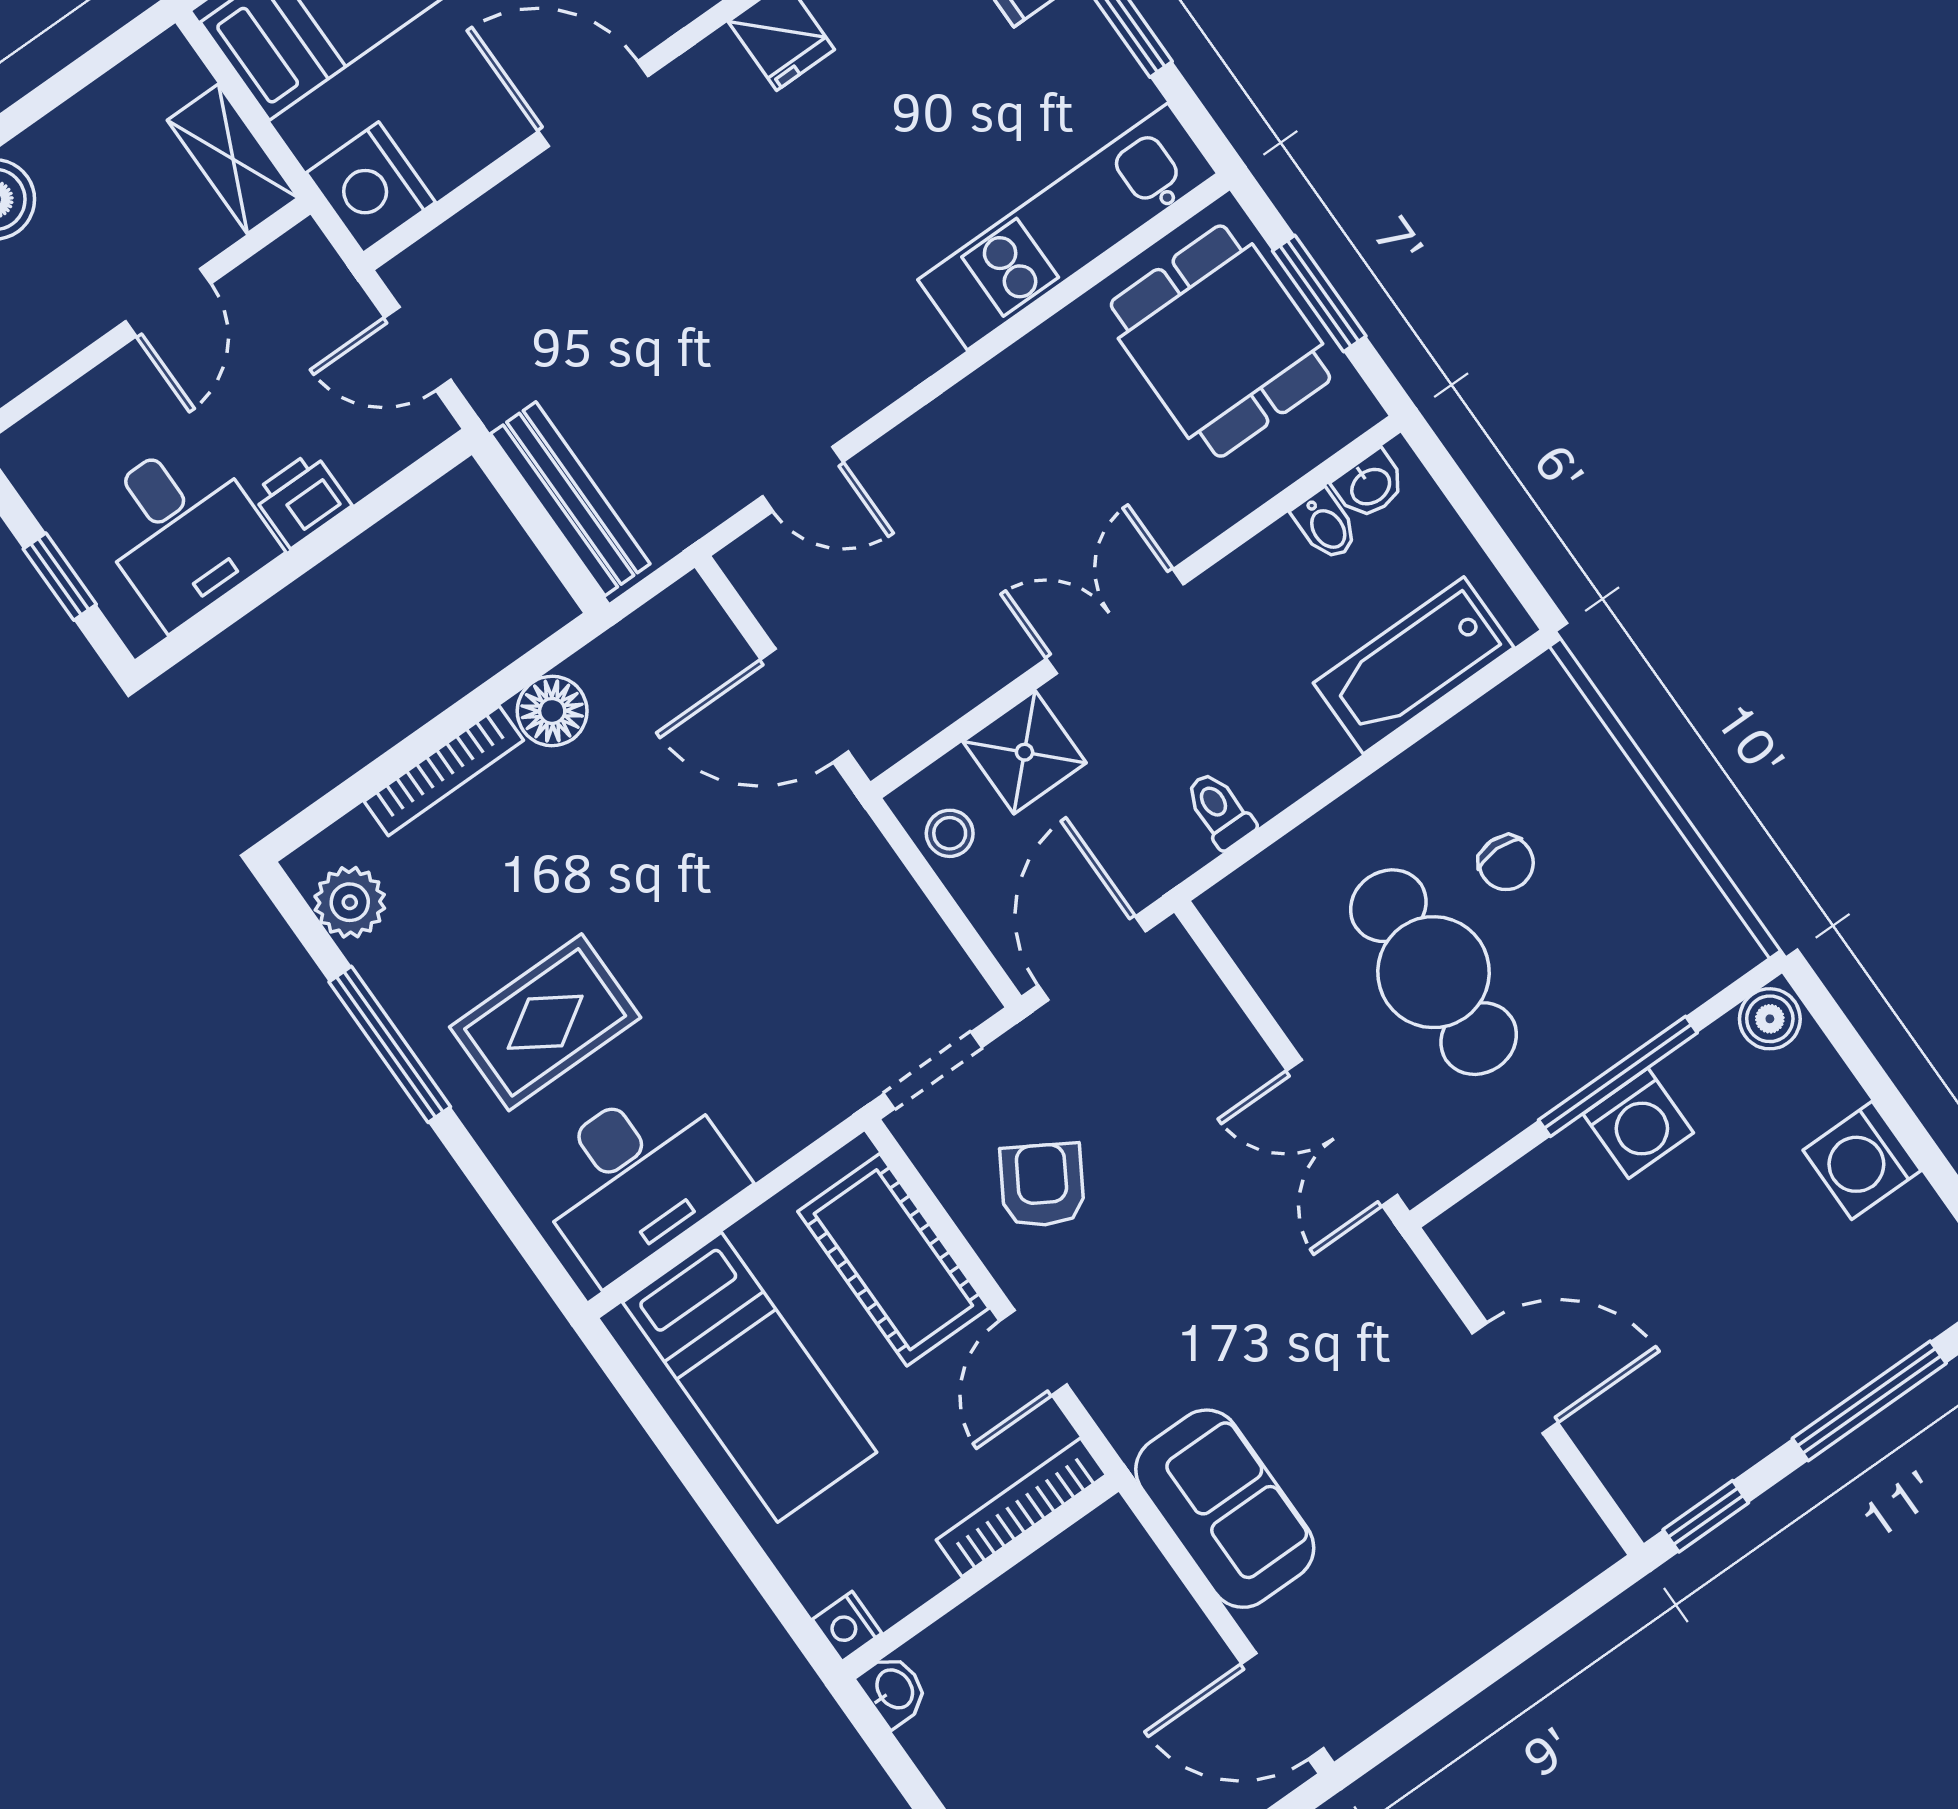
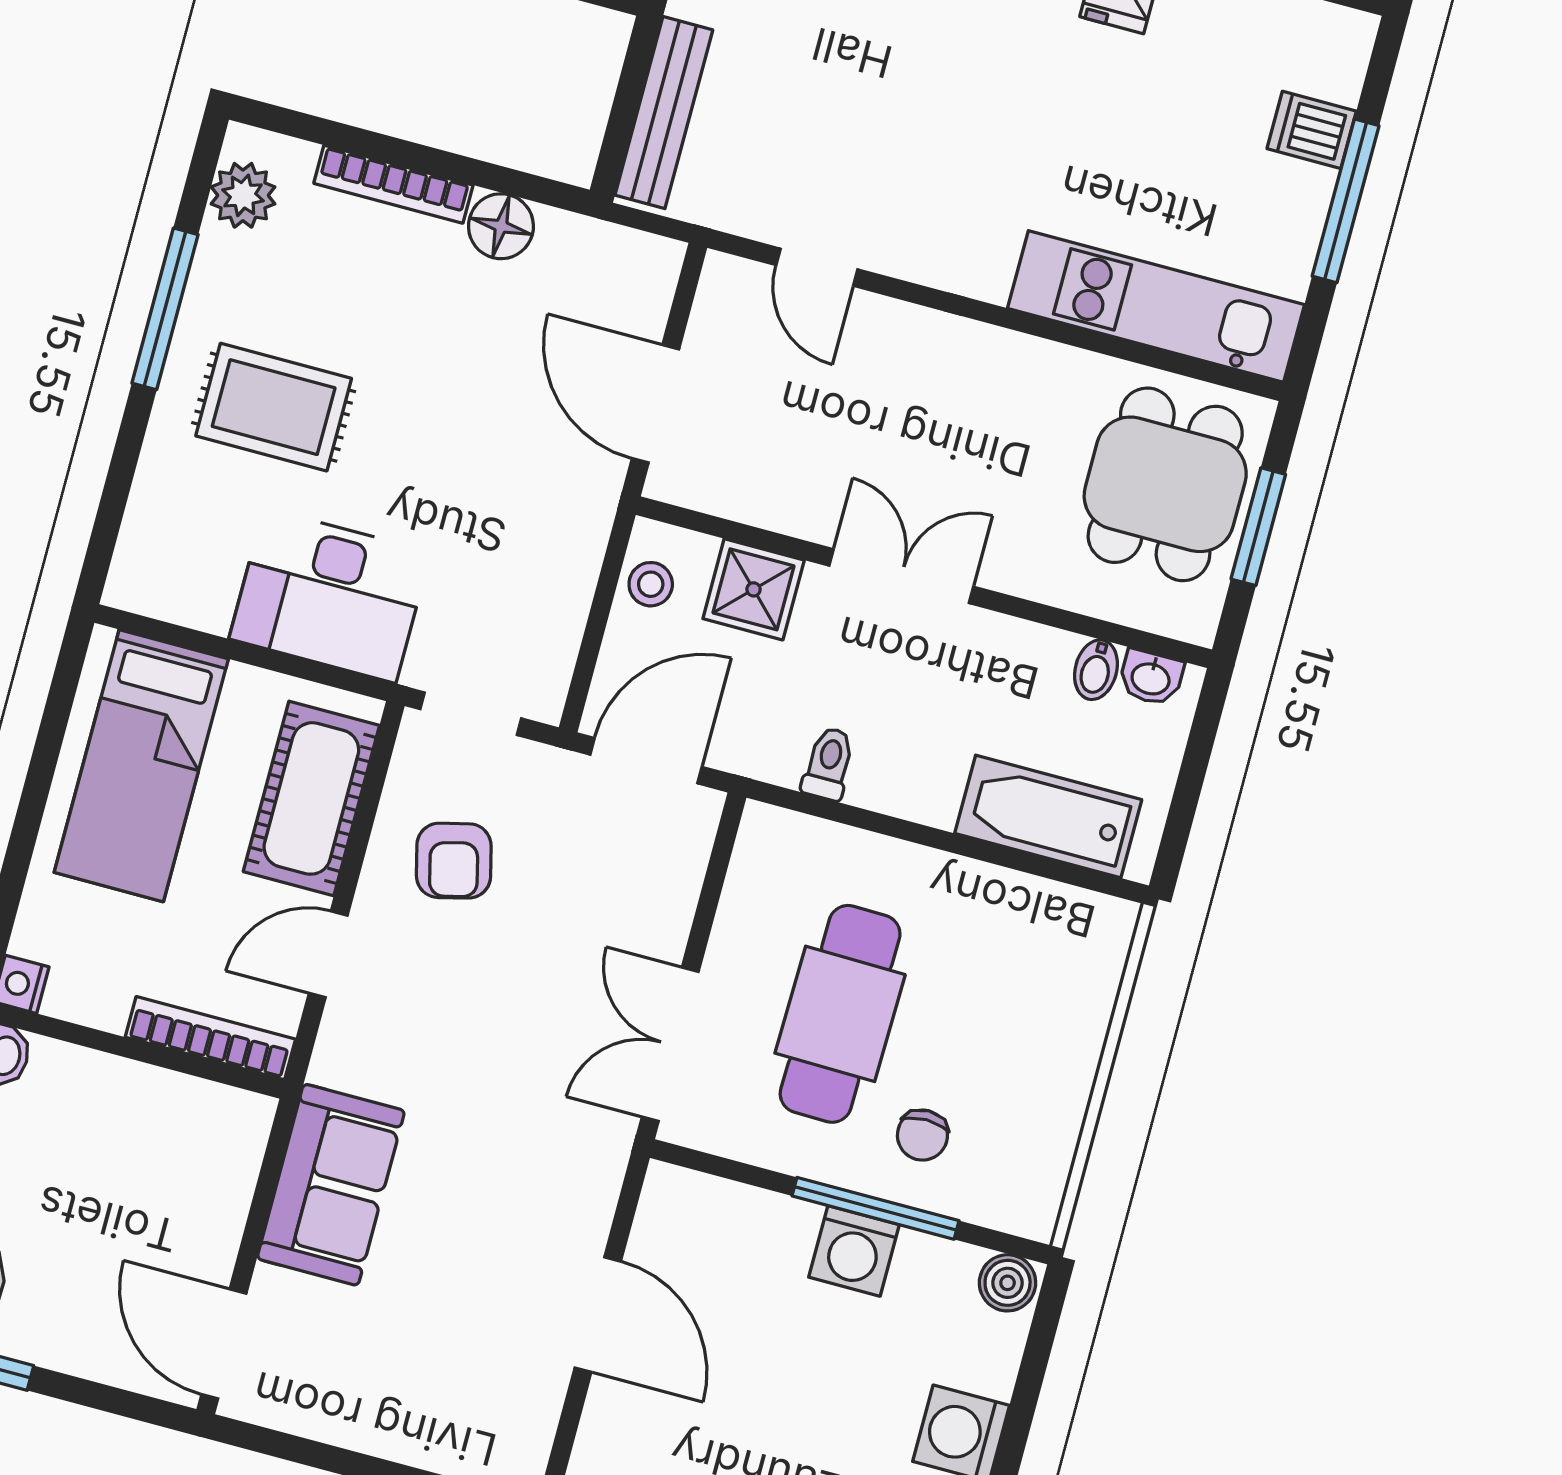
chair: (1506, 863) -> (922, 1135), moved
desk: (636, 1178) -> (330, 596), moved
armchair: (1042, 1185) -> (454, 861), turned 135

